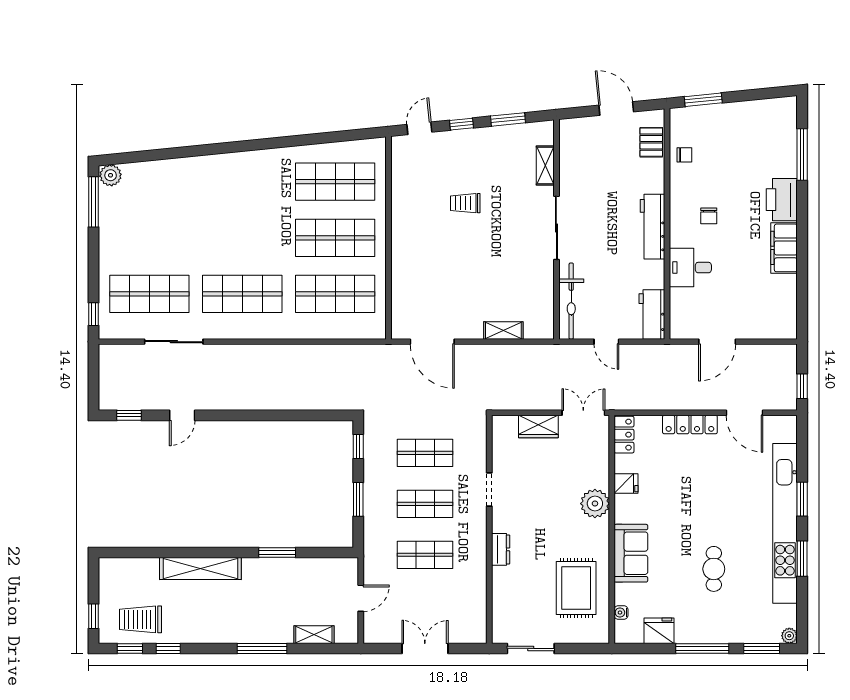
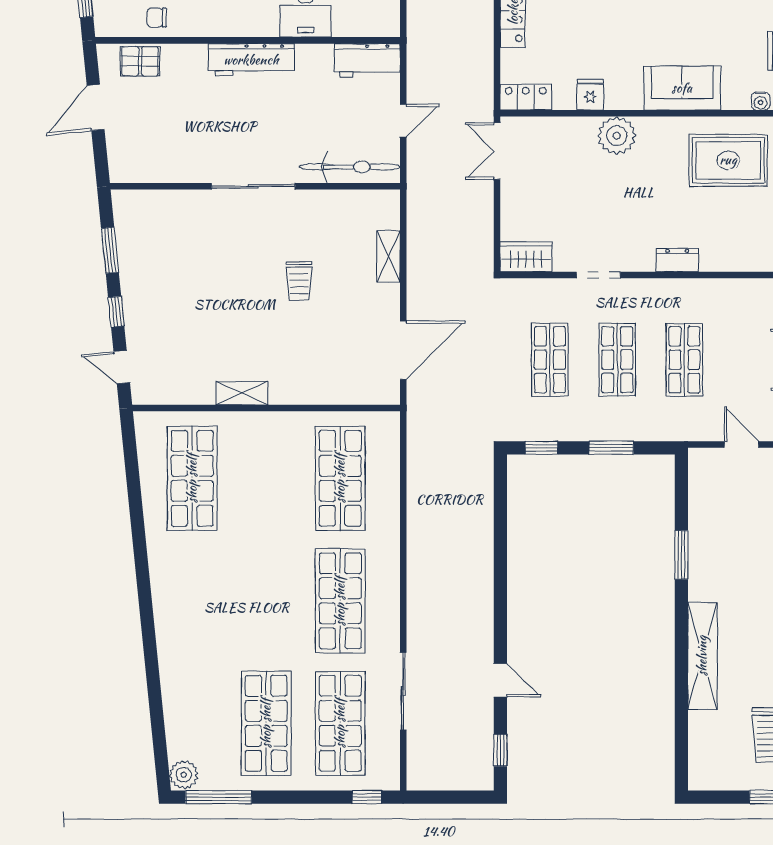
chair: (684, 155) -> (157, 17), turned -90
shelving: (545, 165) -> (242, 393), moved
trolley: (465, 203) -> (299, 281), moved
shop shelf: (335, 238) -> (266, 723), moved
wardrobe: (538, 427) -> (526, 257), moved, turned -90

